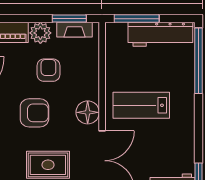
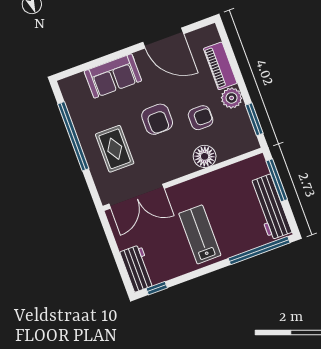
fireplace: (74, 30) -> (246, 128), removed
lab bench: (141, 105) -> (200, 234), moved
floor lamp: (88, 112) -> (205, 156), moved

